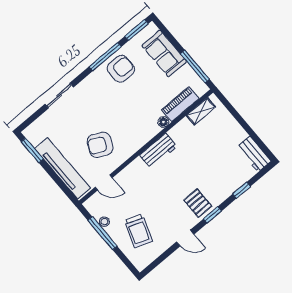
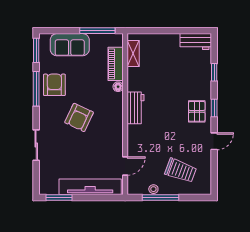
armchair: (100, 145) -> (79, 117), moved
pallet: (198, 203) -> (197, 111), turned 90

